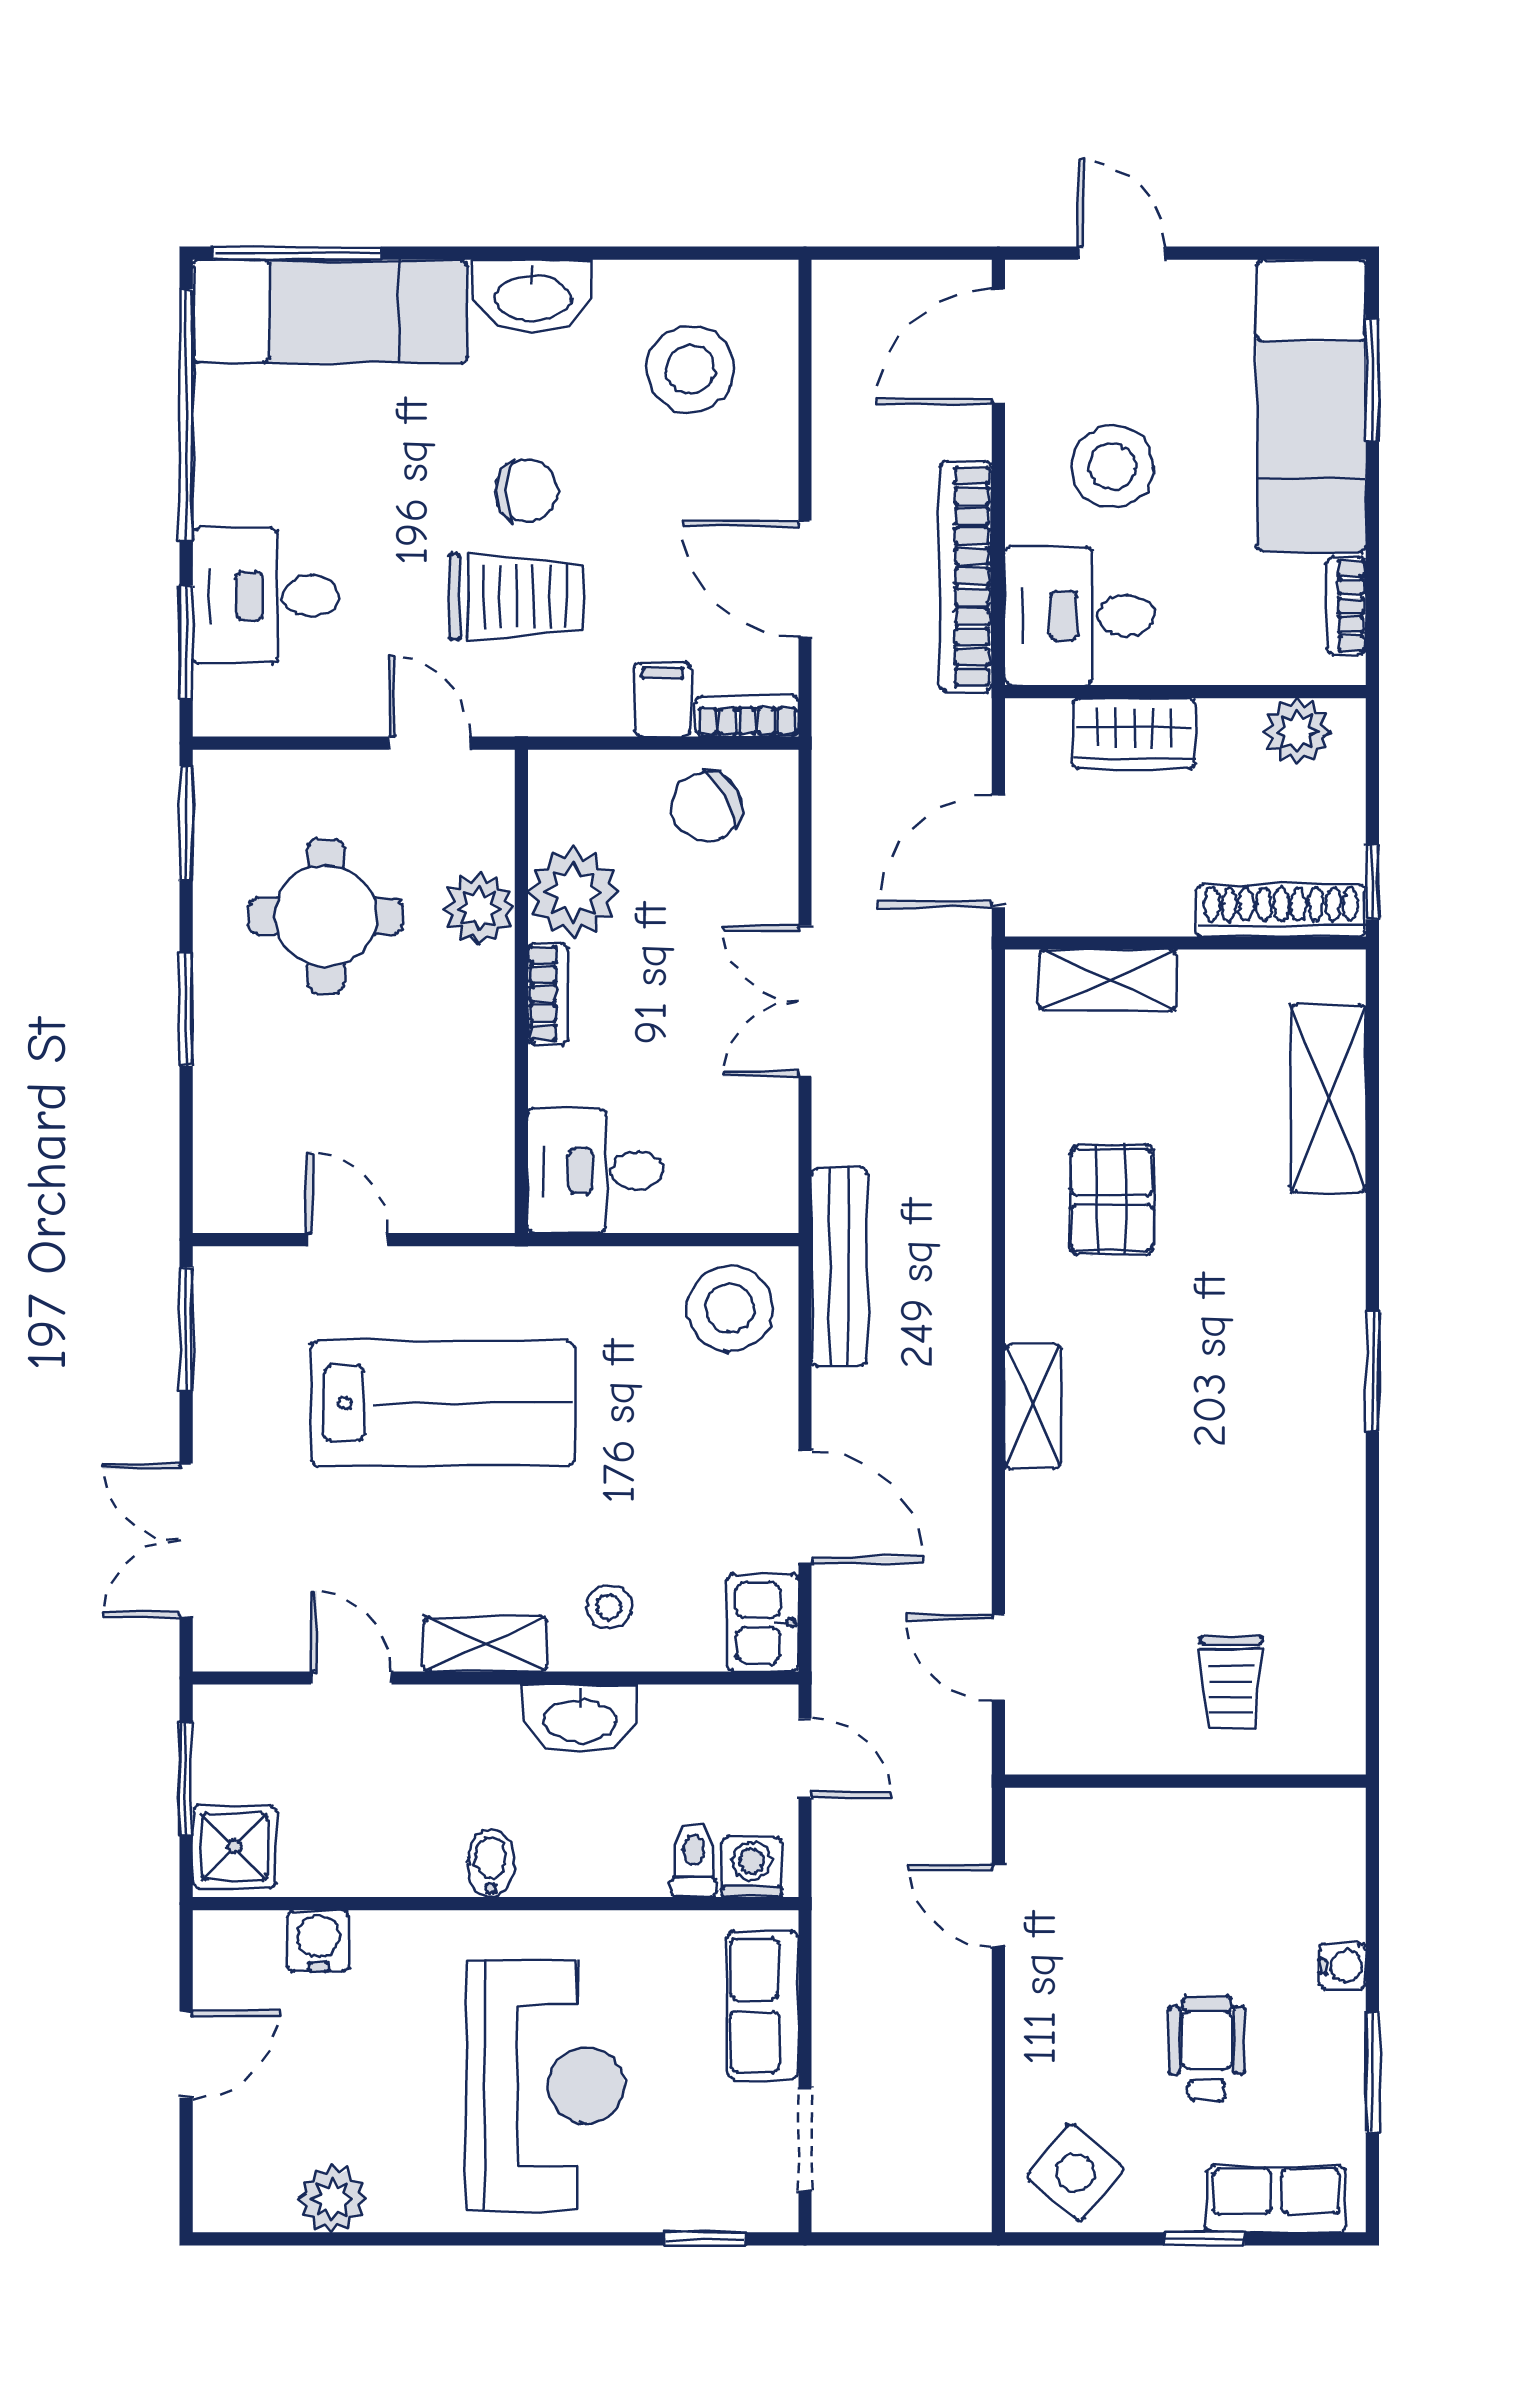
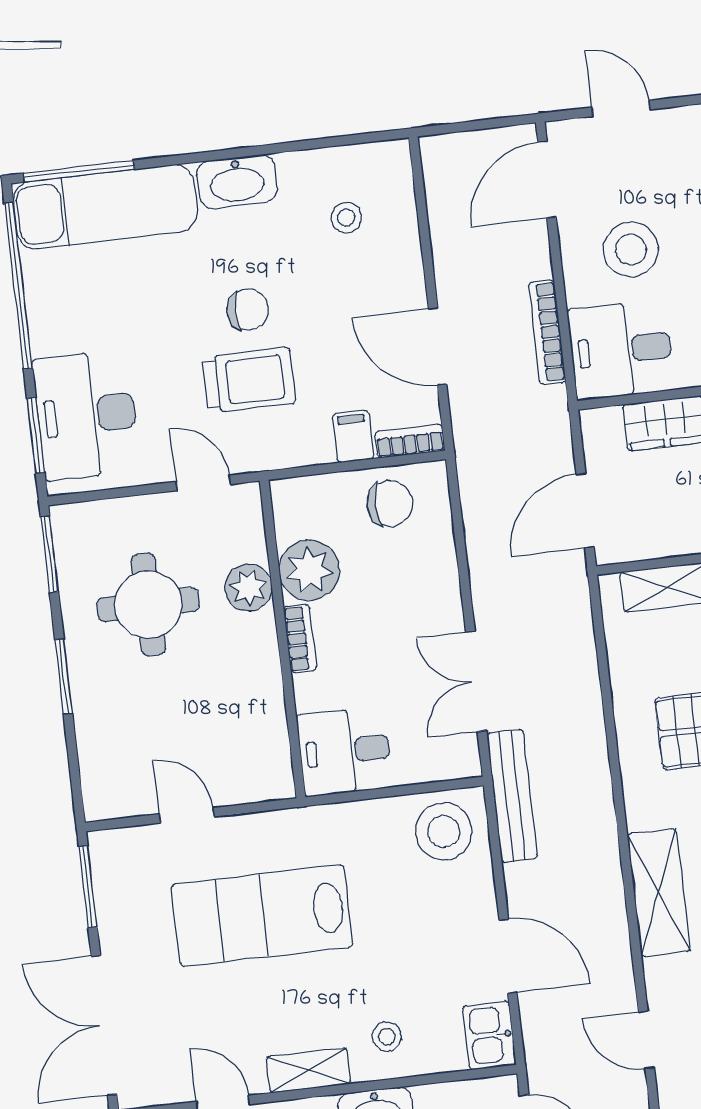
stool: (690, 369) -> (346, 218), width x0.53, depth x0.53
bookcase: (966, 576) -> (547, 332), width x0.68, depth x0.76
desk: (266, 596) -> (86, 415), width x1.37
chair: (706, 806) -> (390, 504), turned -151
double door: (805, 1001) -> (476, 681), moved
lab bench: (443, 1403) -> (262, 916), turned 180
shelving: (1033, 1406) -> (659, 893), width x1.50, depth x1.33
double door: (186, 1540) -> (104, 1025), width x1.37

